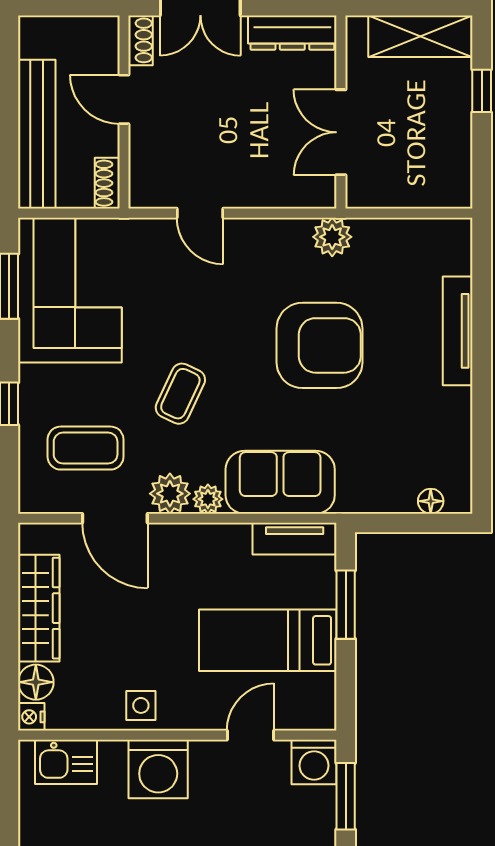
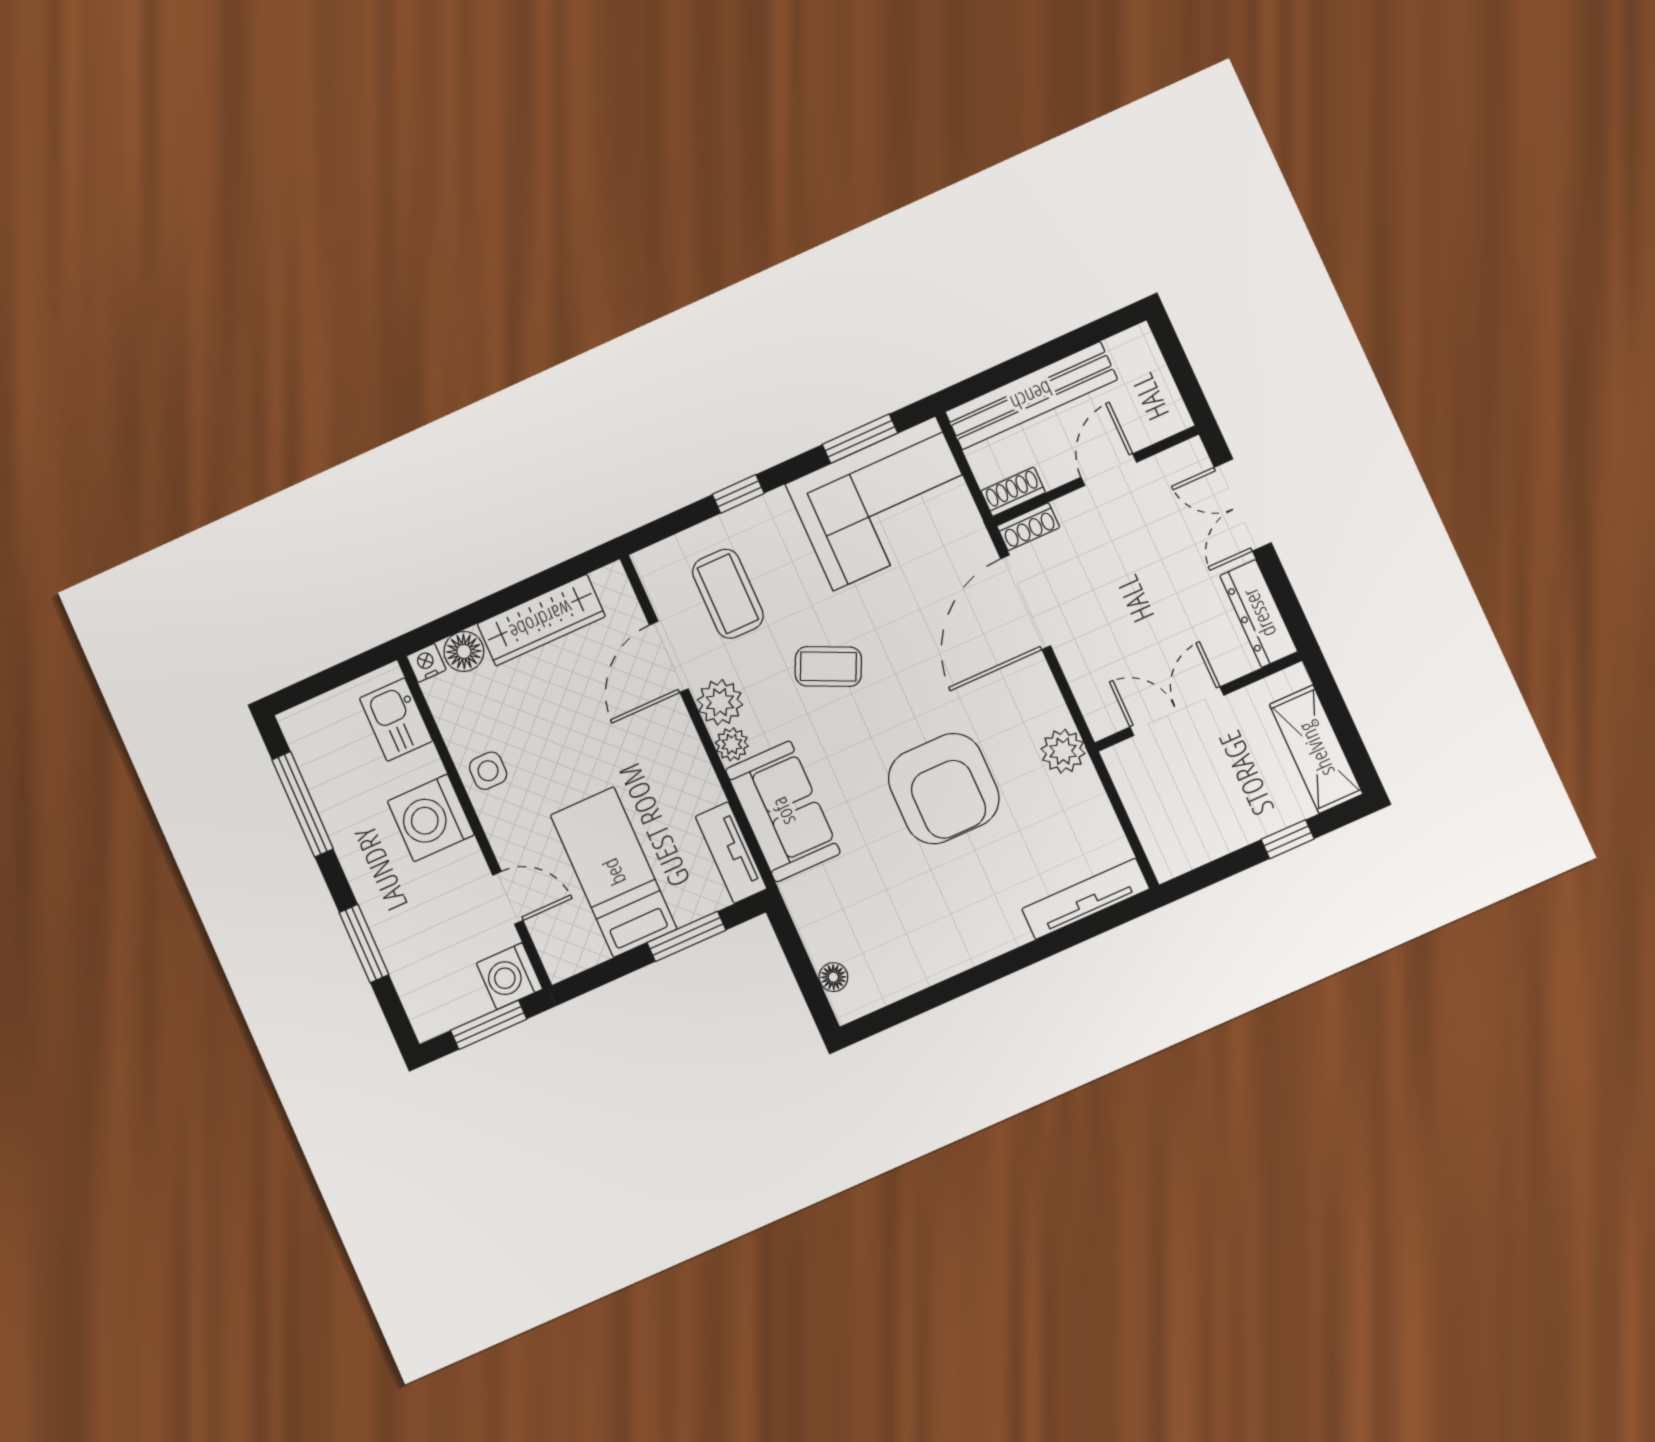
shoe rack: (141, 40) -> (1028, 527), moved
door: (200, 213) -> (1026, 602), width x1.87
tv unit: (458, 331) -> (1086, 899), moved

